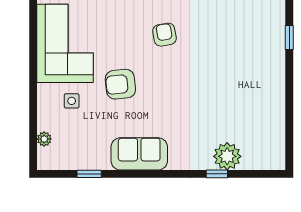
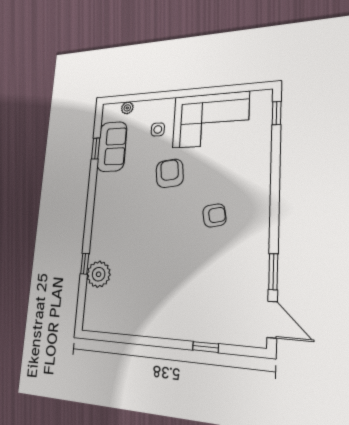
sofa: (139, 154) -> (112, 147), moved

